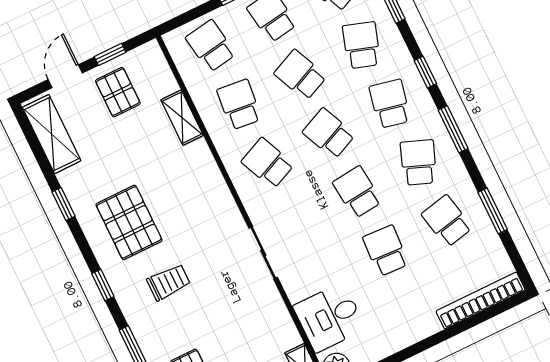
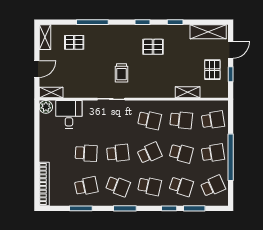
window: (425, 72) -> (169, 208), moved
school desk: (300, 75) -> (181, 153), turned 39
door: (65, 76) -> (231, 50), hinge flipped
pallet: (118, 92) -> (212, 70), turned 90
school desk: (268, 163) -> (150, 120), turned 36
pallet: (129, 222) -> (153, 47), width x0.67, depth x0.71
trolley: (169, 282) -> (122, 73), moved
window: (103, 285) -> (143, 22), moved

